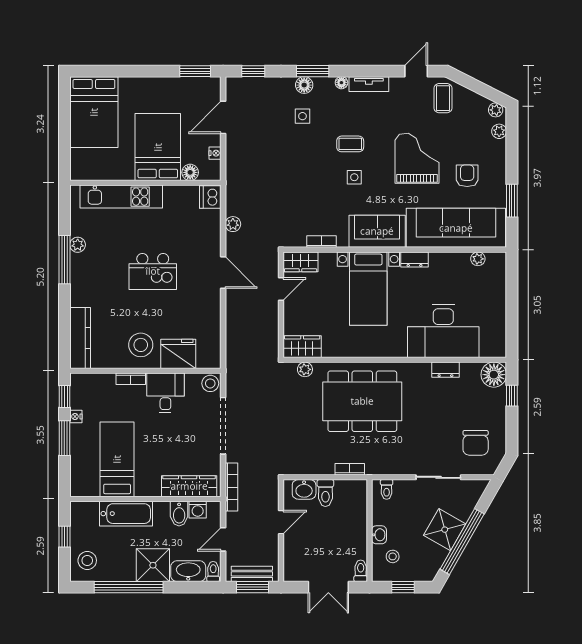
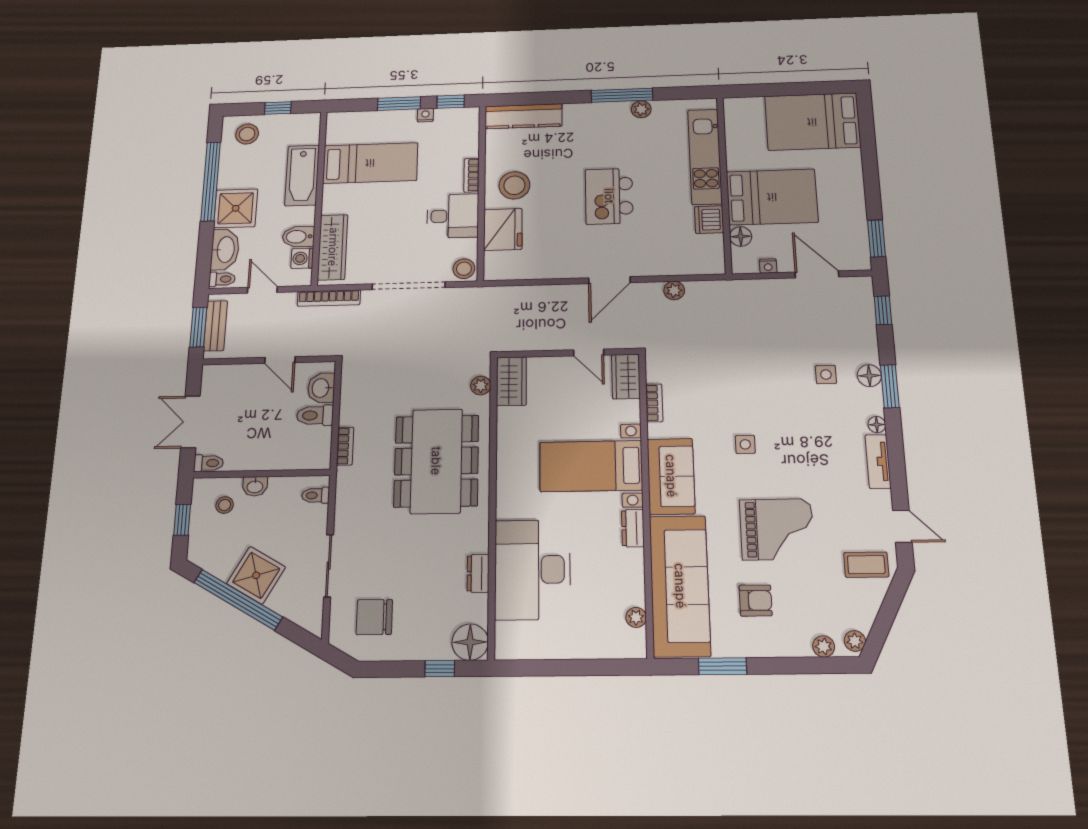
coffee table: (350, 144) -> (791, 438), removed
dishwasher: (210, 197) -> (709, 220), moved, turned -90

